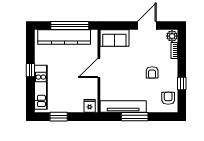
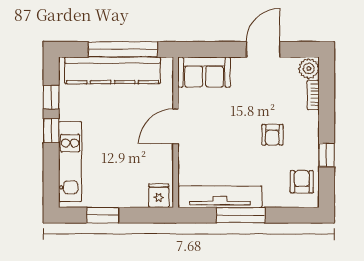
window: (30, 52) -> (51, 97), added

